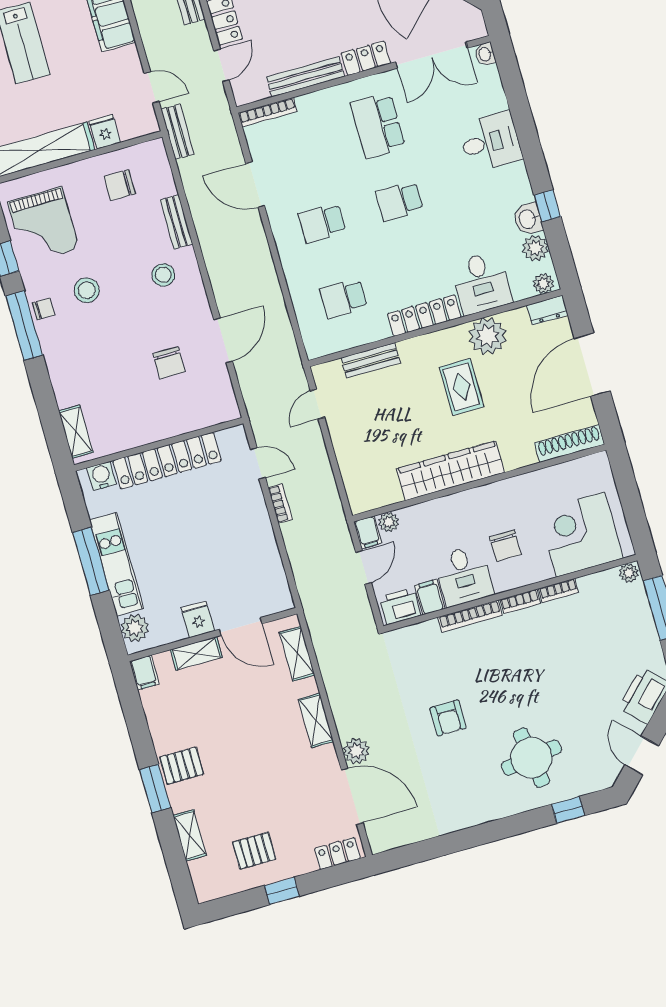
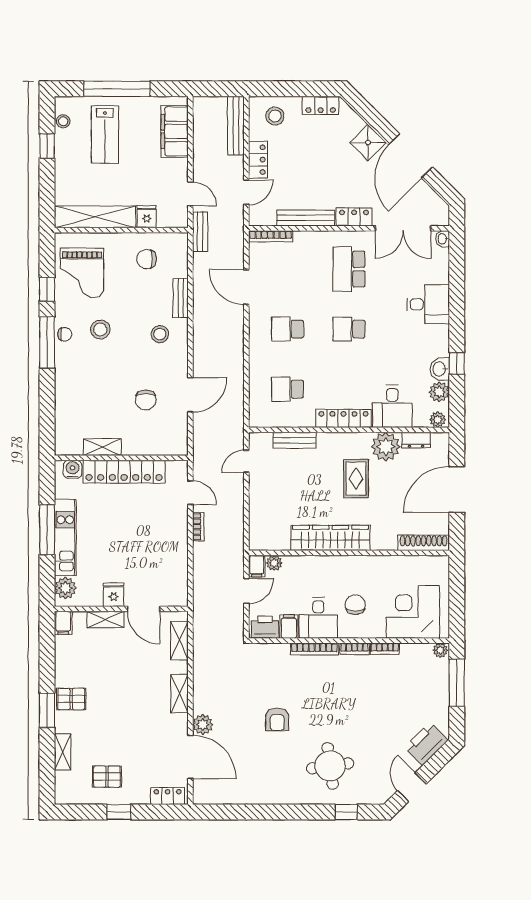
dresser: (547, 310) -> (416, 440), moved
shelving: (76, 432) -> (102, 447), moved, turned 90
chair: (506, 546) -> (355, 605), turned 180

